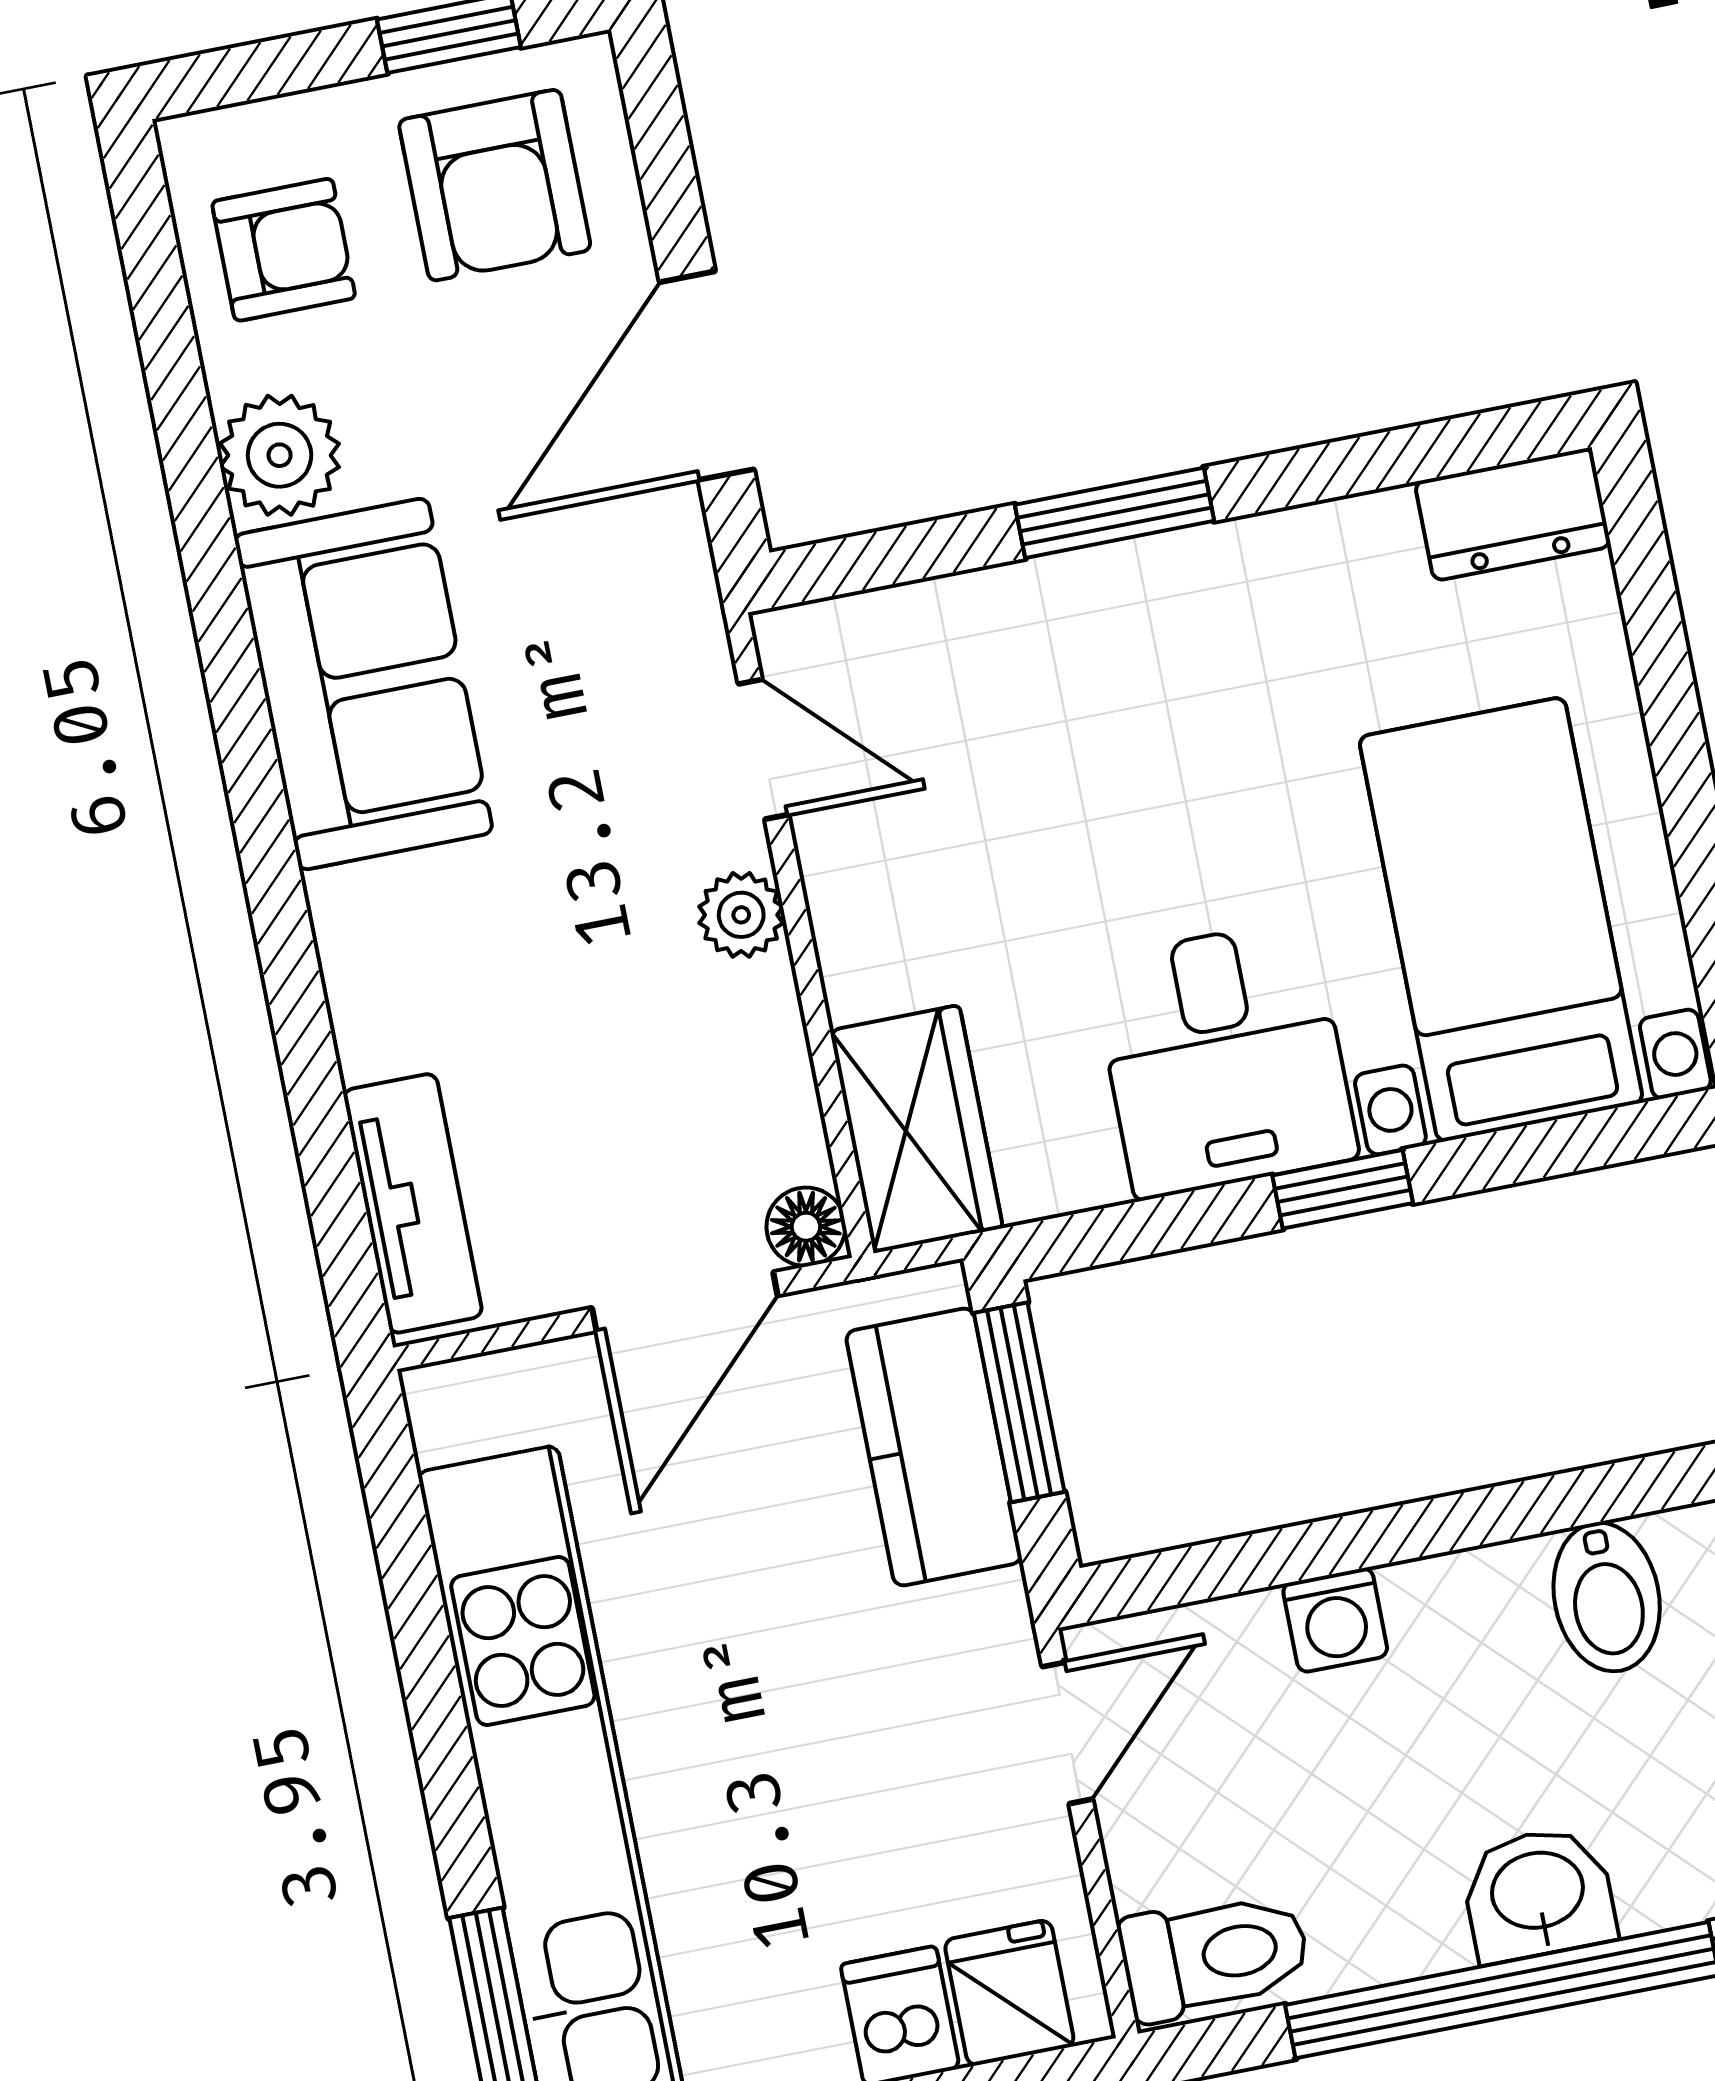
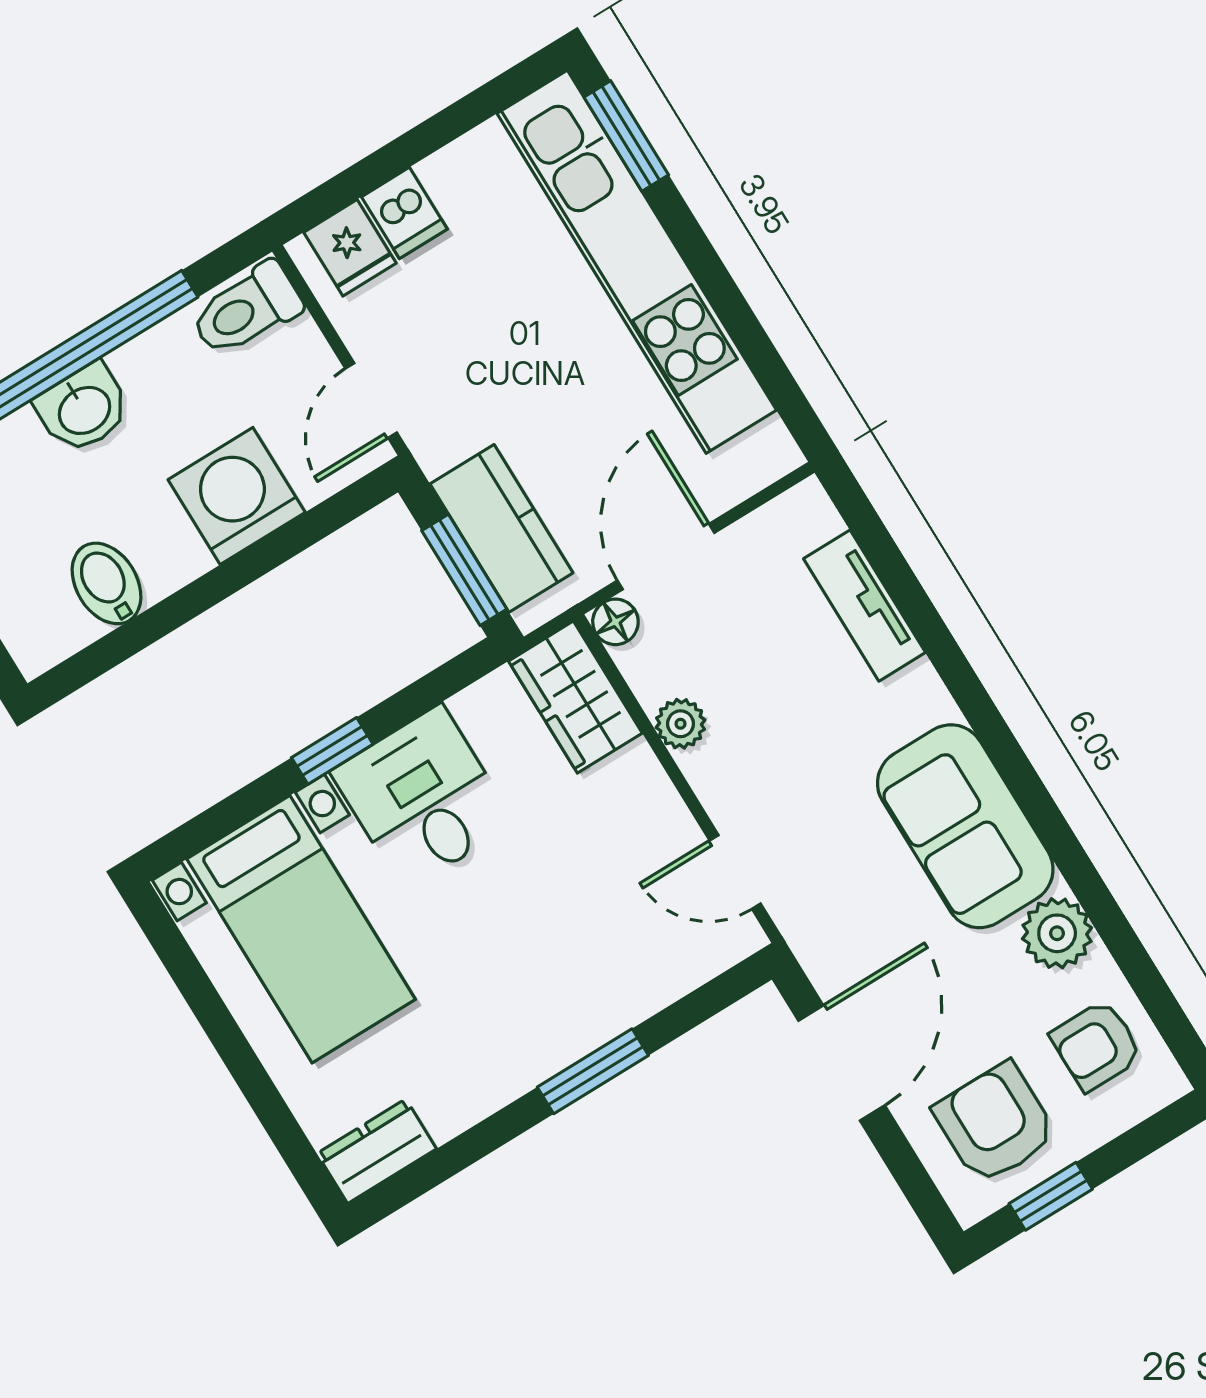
plant: (741, 915) -> (681, 724), moved
tv unit: (413, 1203) -> (864, 606), moved
washing machine: (1335, 1620) -> (237, 496), width x1.89, depth x1.89

